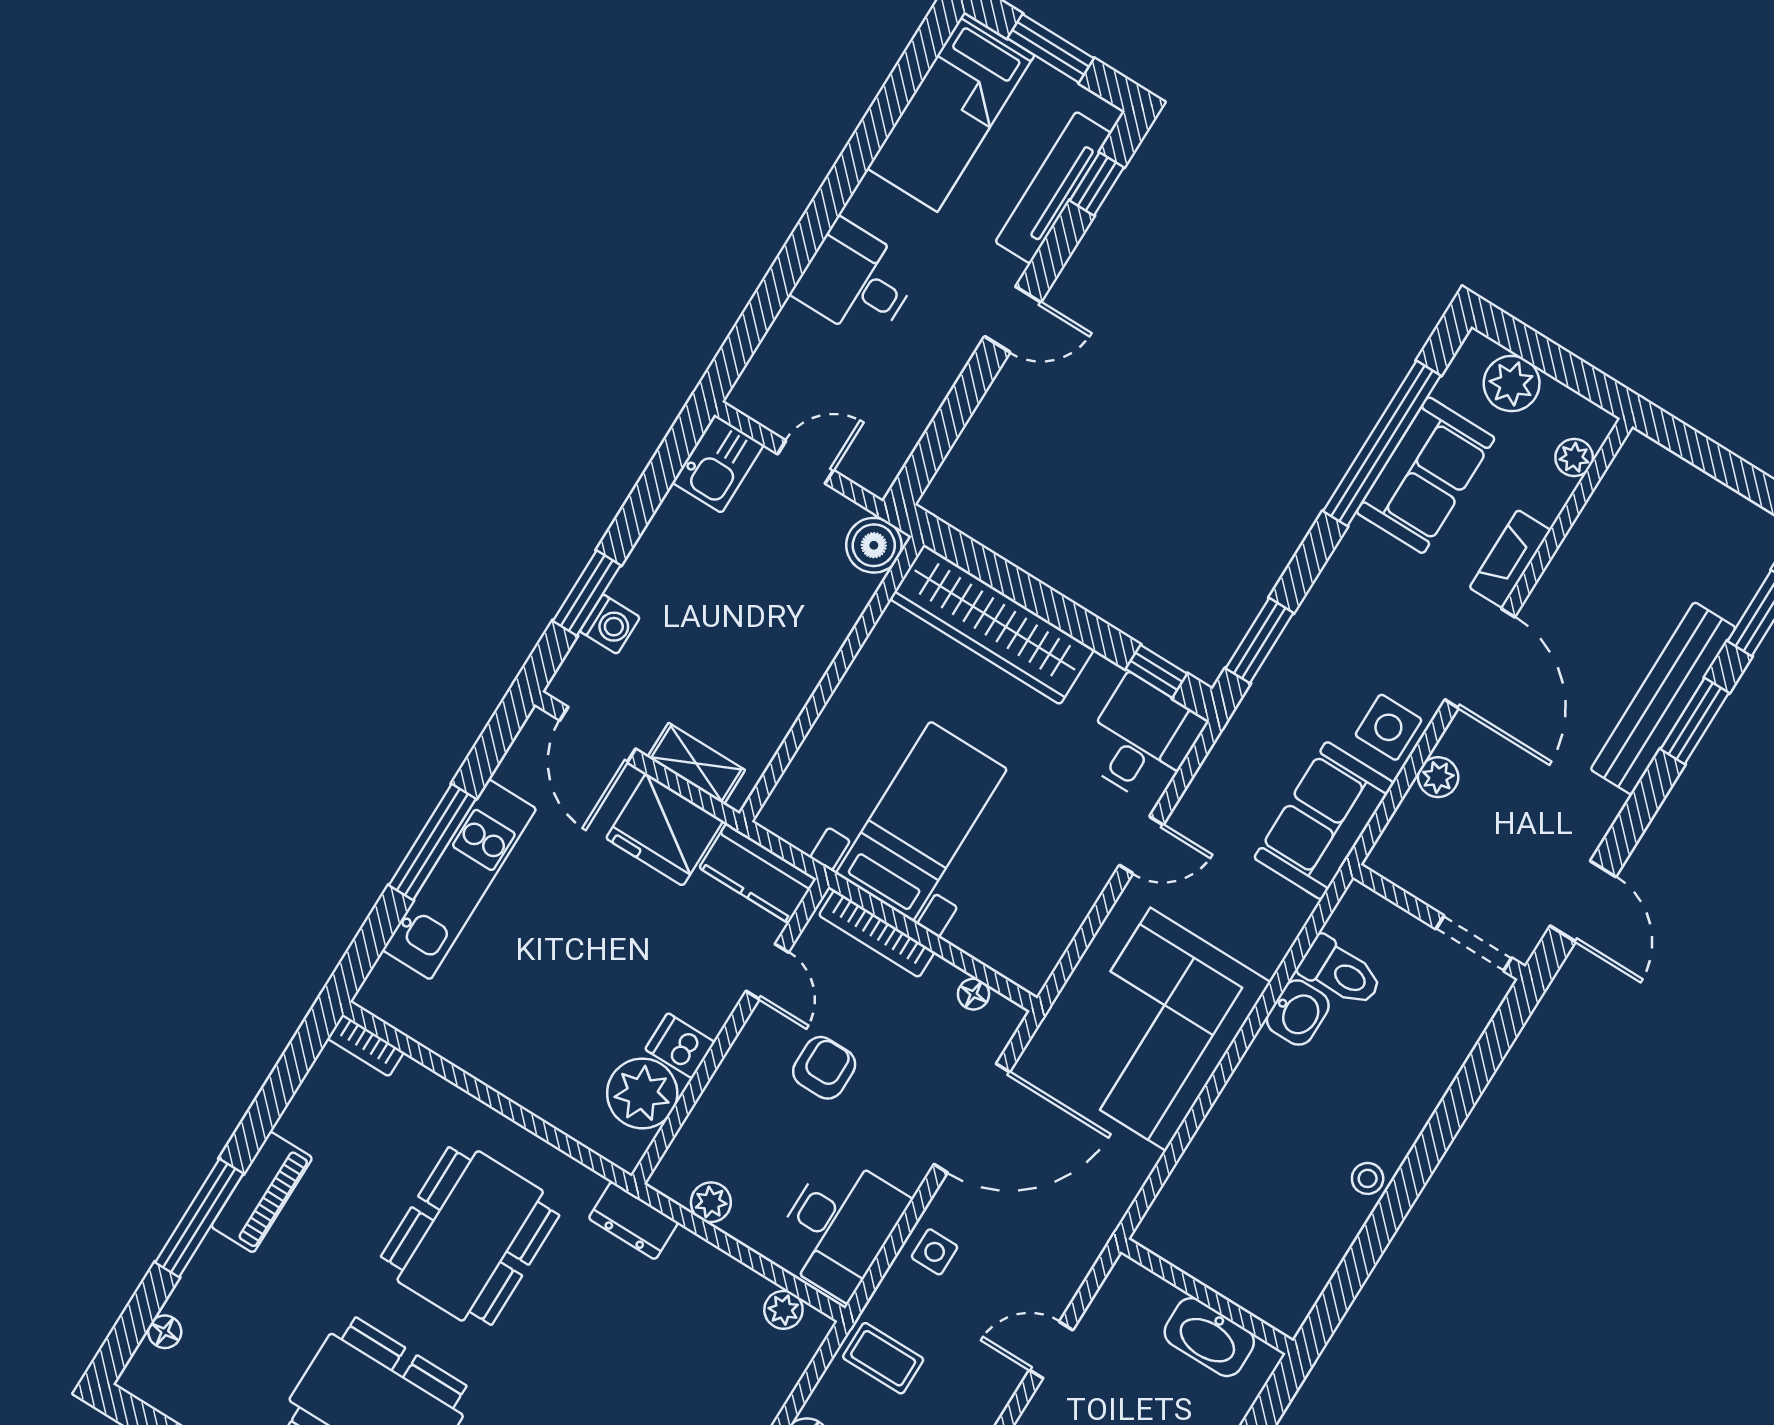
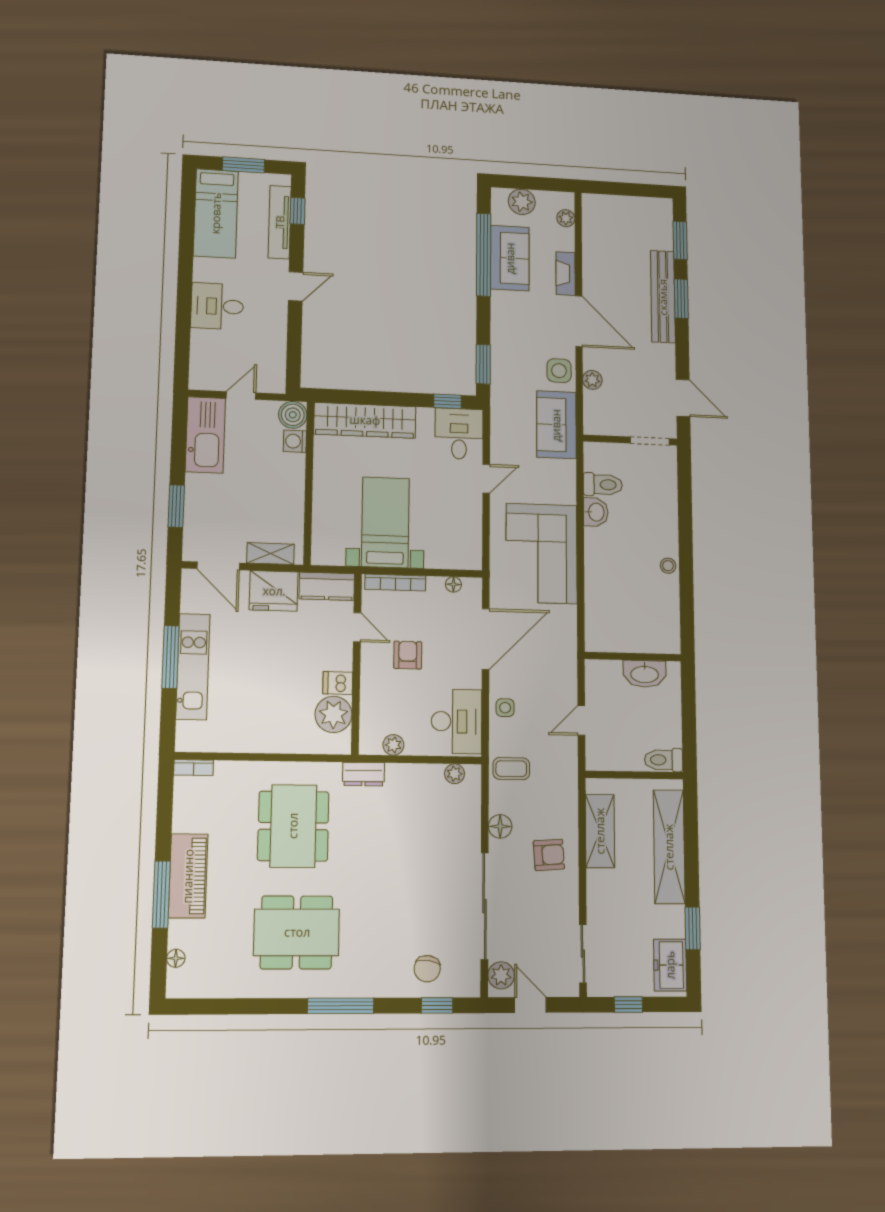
kitchen sink: (718, 464) -> (205, 435), width x1.88, depth x1.24
washing machine: (610, 624) -> (295, 441), moved, turned 180
piano: (262, 1192) -> (188, 876), width x1.37, depth x1.33

